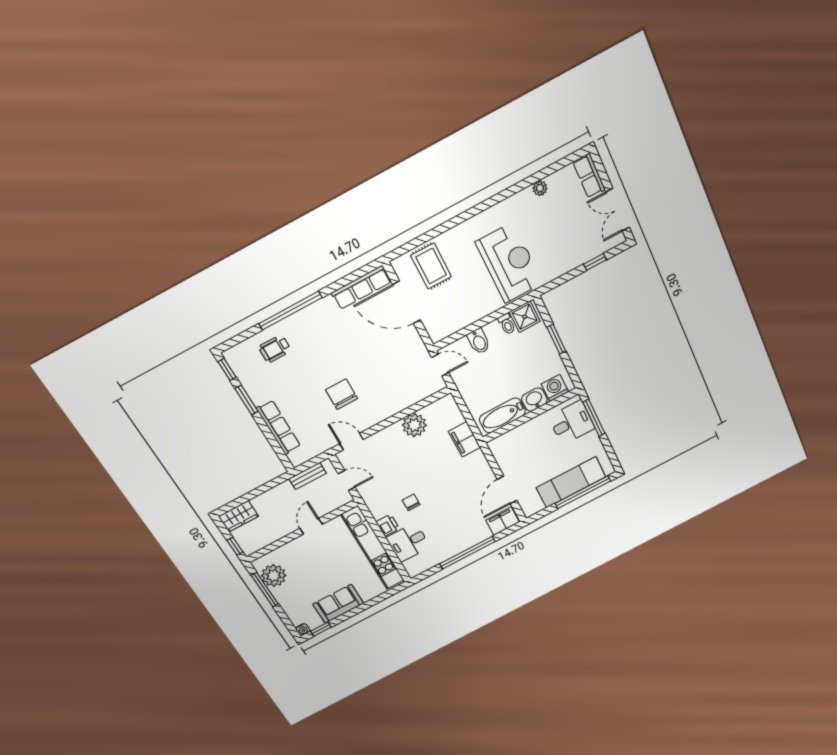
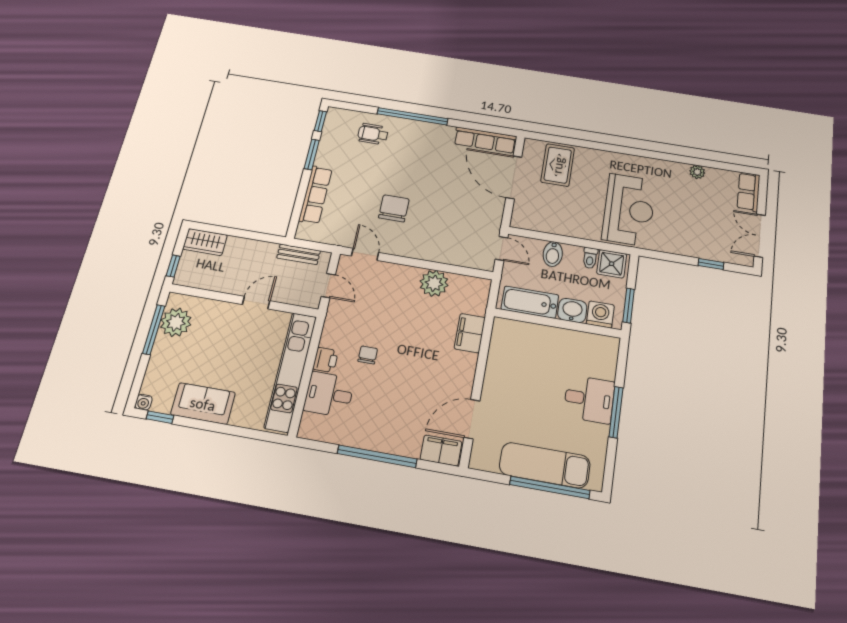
washing machine: (555, 388) -> (600, 314), moved
washbasin: (534, 400) -> (572, 310), moved
bathtub: (502, 415) -> (530, 302), moved
wall: (531, 416) -> (558, 323), moved

